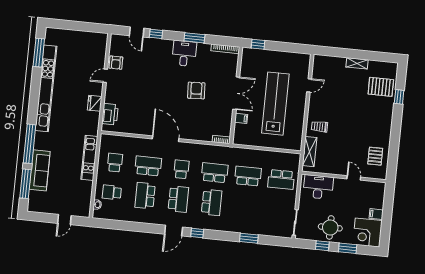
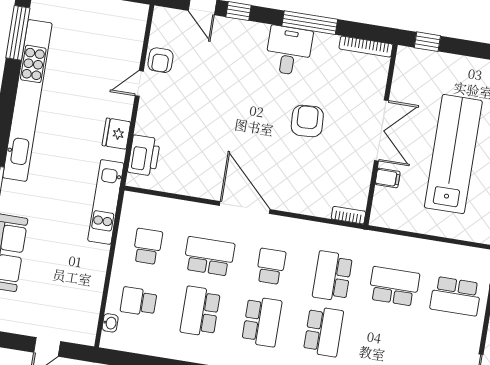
window: (194, 38) -> (310, 23), width x1.44
kitchen unit: (89, 158) -> (106, 202), moved
school desk: (215, 173) -> (332, 276), turned -90

